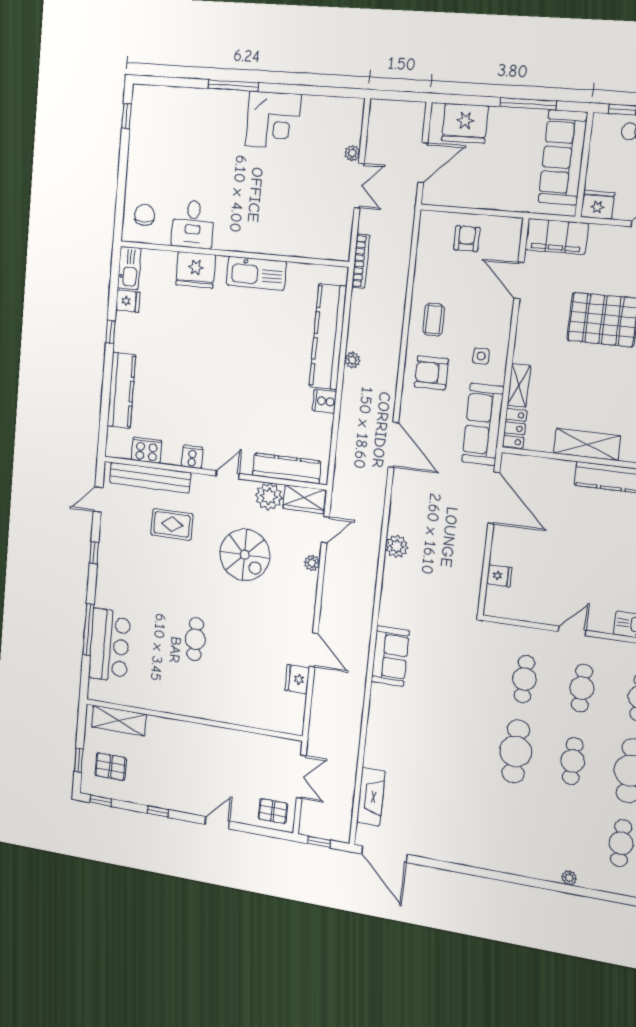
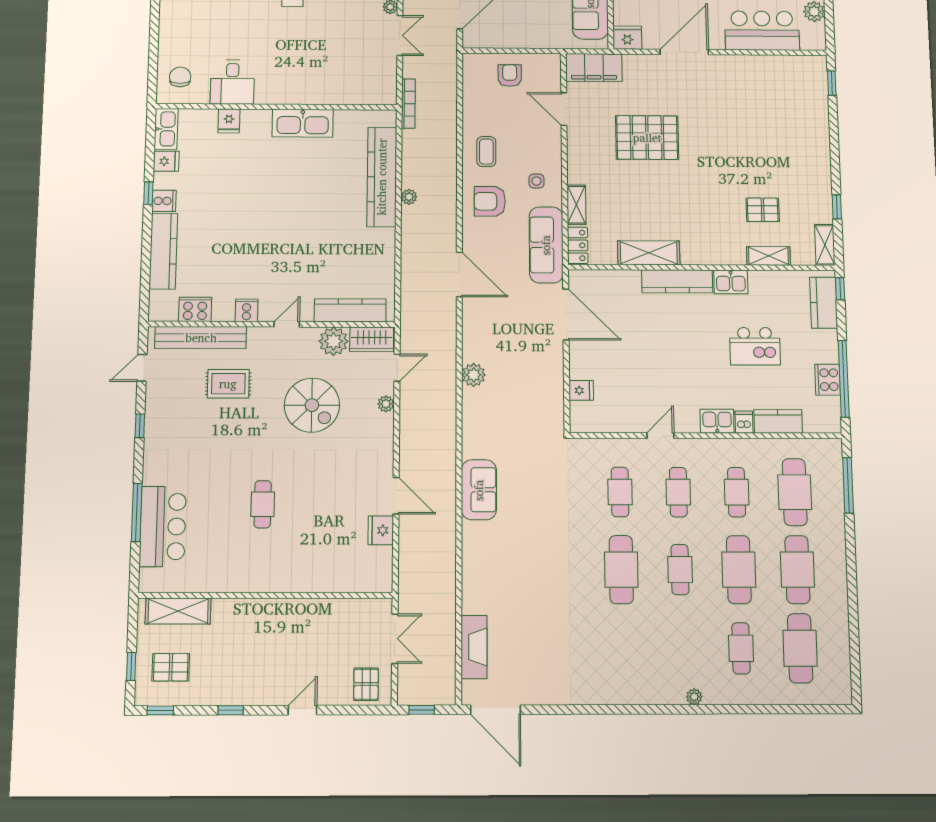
fridge: (196, 270) -> (229, 121), width x0.53, depth x0.75
cooker: (324, 401) -> (164, 201), moved, turned 180
pallet: (273, 811) -> (366, 684), turned 90

